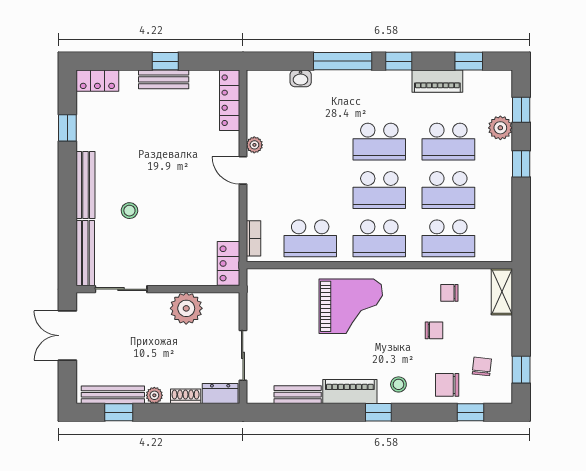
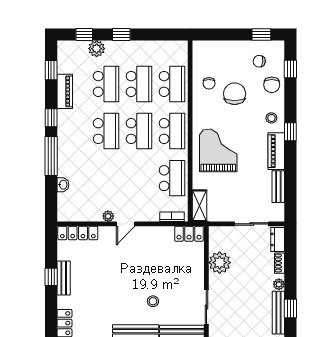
shelving: (502, 292) -> (199, 206), moved, turned 90
chair: (434, 330) -> (235, 94), width x1.87, depth x1.87

